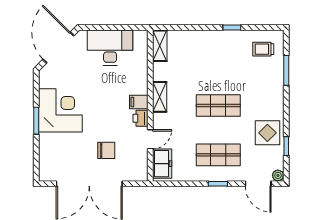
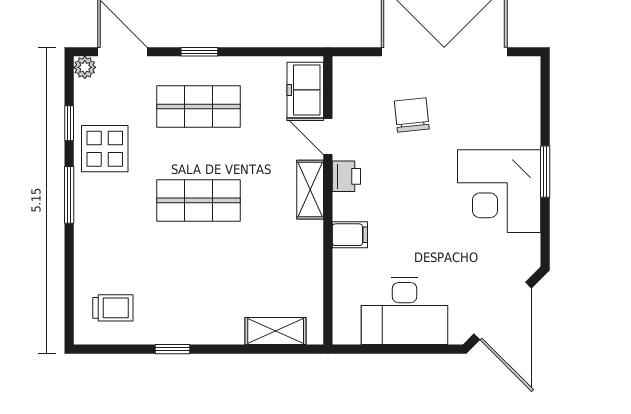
shelving: (160, 46) -> (276, 331), moved, turned 90
window: (286, 70) -> (69, 195), moved
shelving: (160, 97) -> (310, 190), moved
filing cabinet: (139, 102) -> (350, 235), moved
door: (150, 139) -> (328, 136), hinge flipped
chair: (106, 150) -> (412, 115), turned 84

